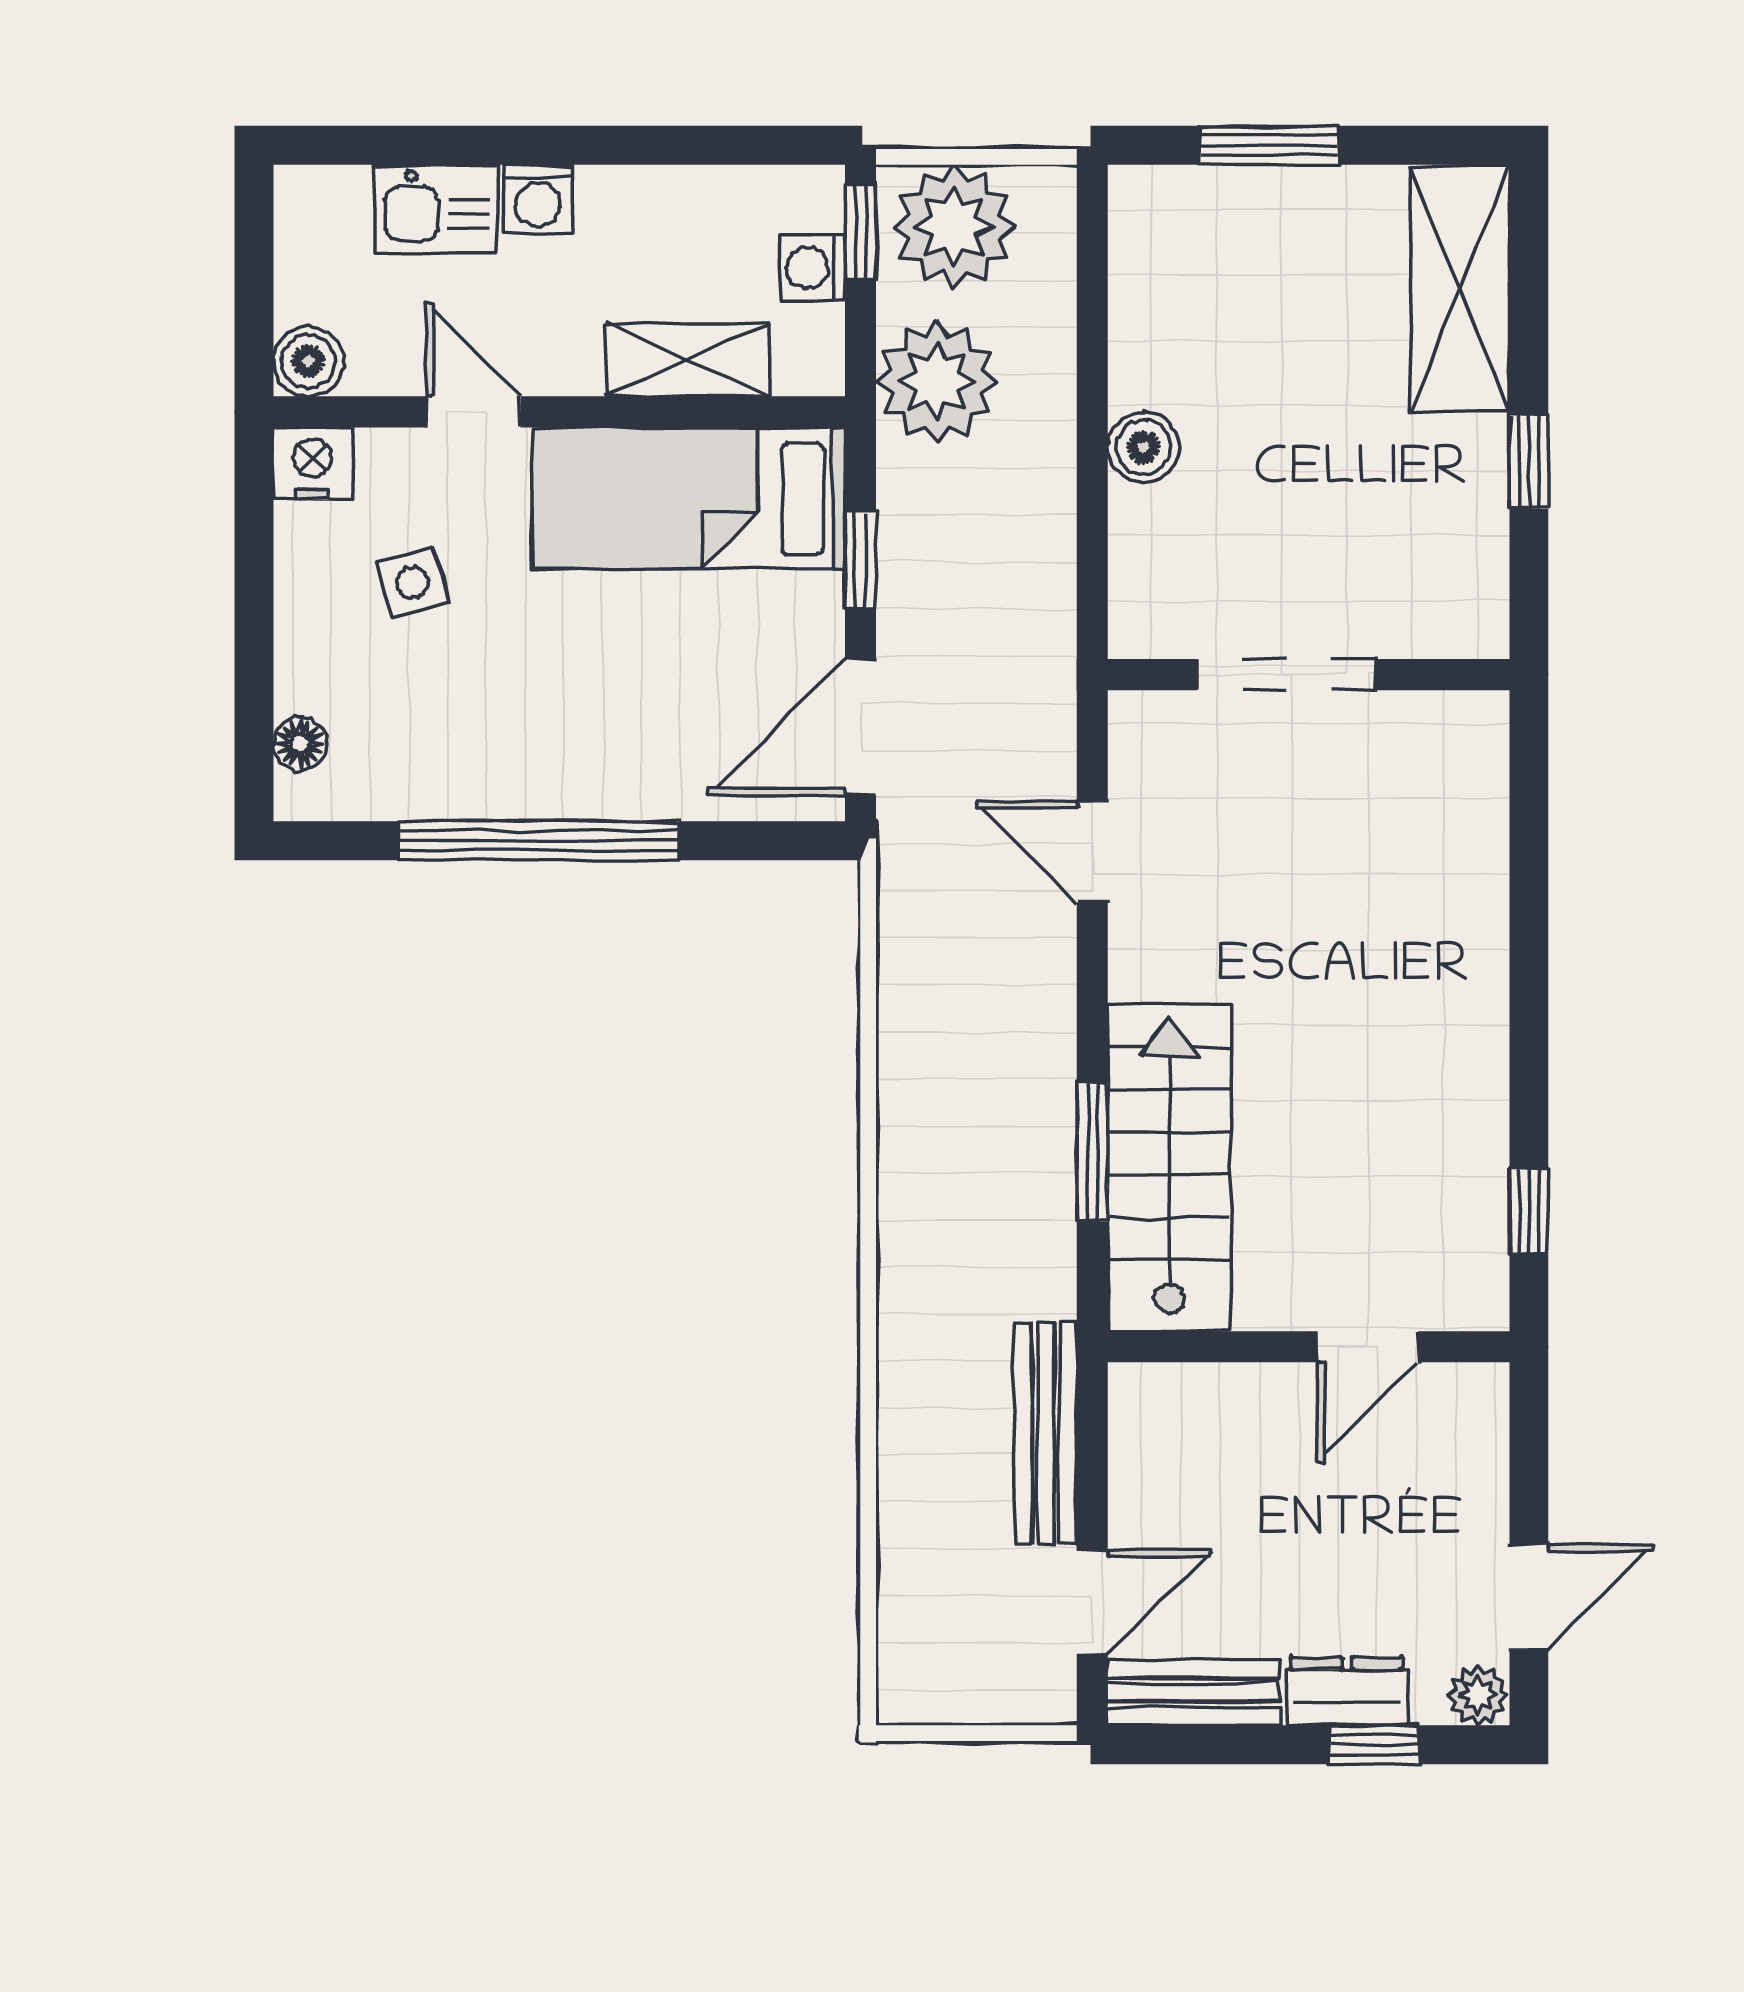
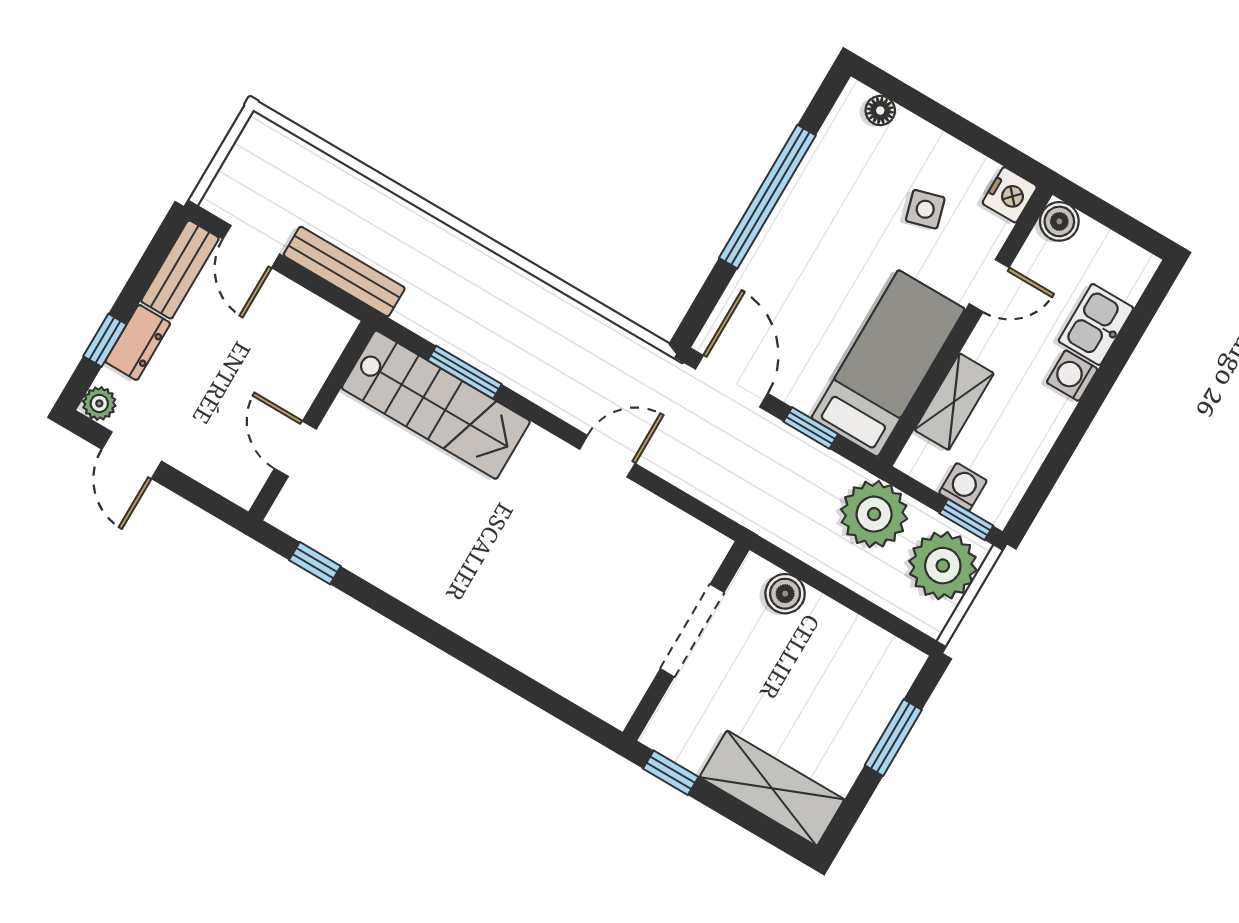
doorway: (1287, 675) -> (692, 631), moved
wall: (1309, 675) -> (686, 641), moved

